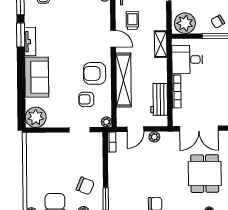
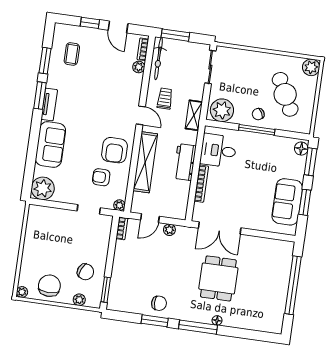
shelving: (161, 44) -> (194, 115), moved
armchair: (95, 73) -> (115, 150), turned -90
workbench: (159, 99) -> (185, 162), moved

